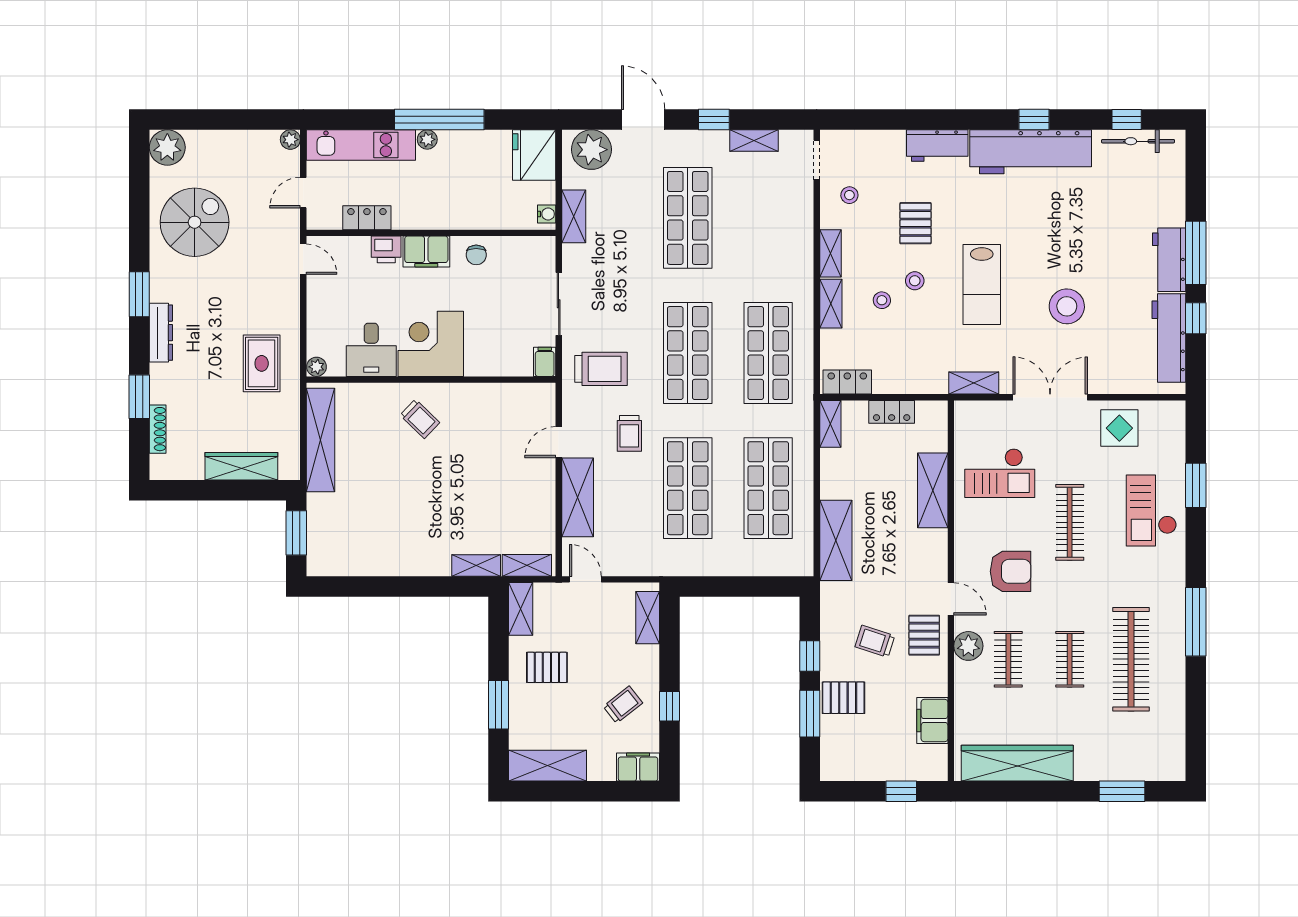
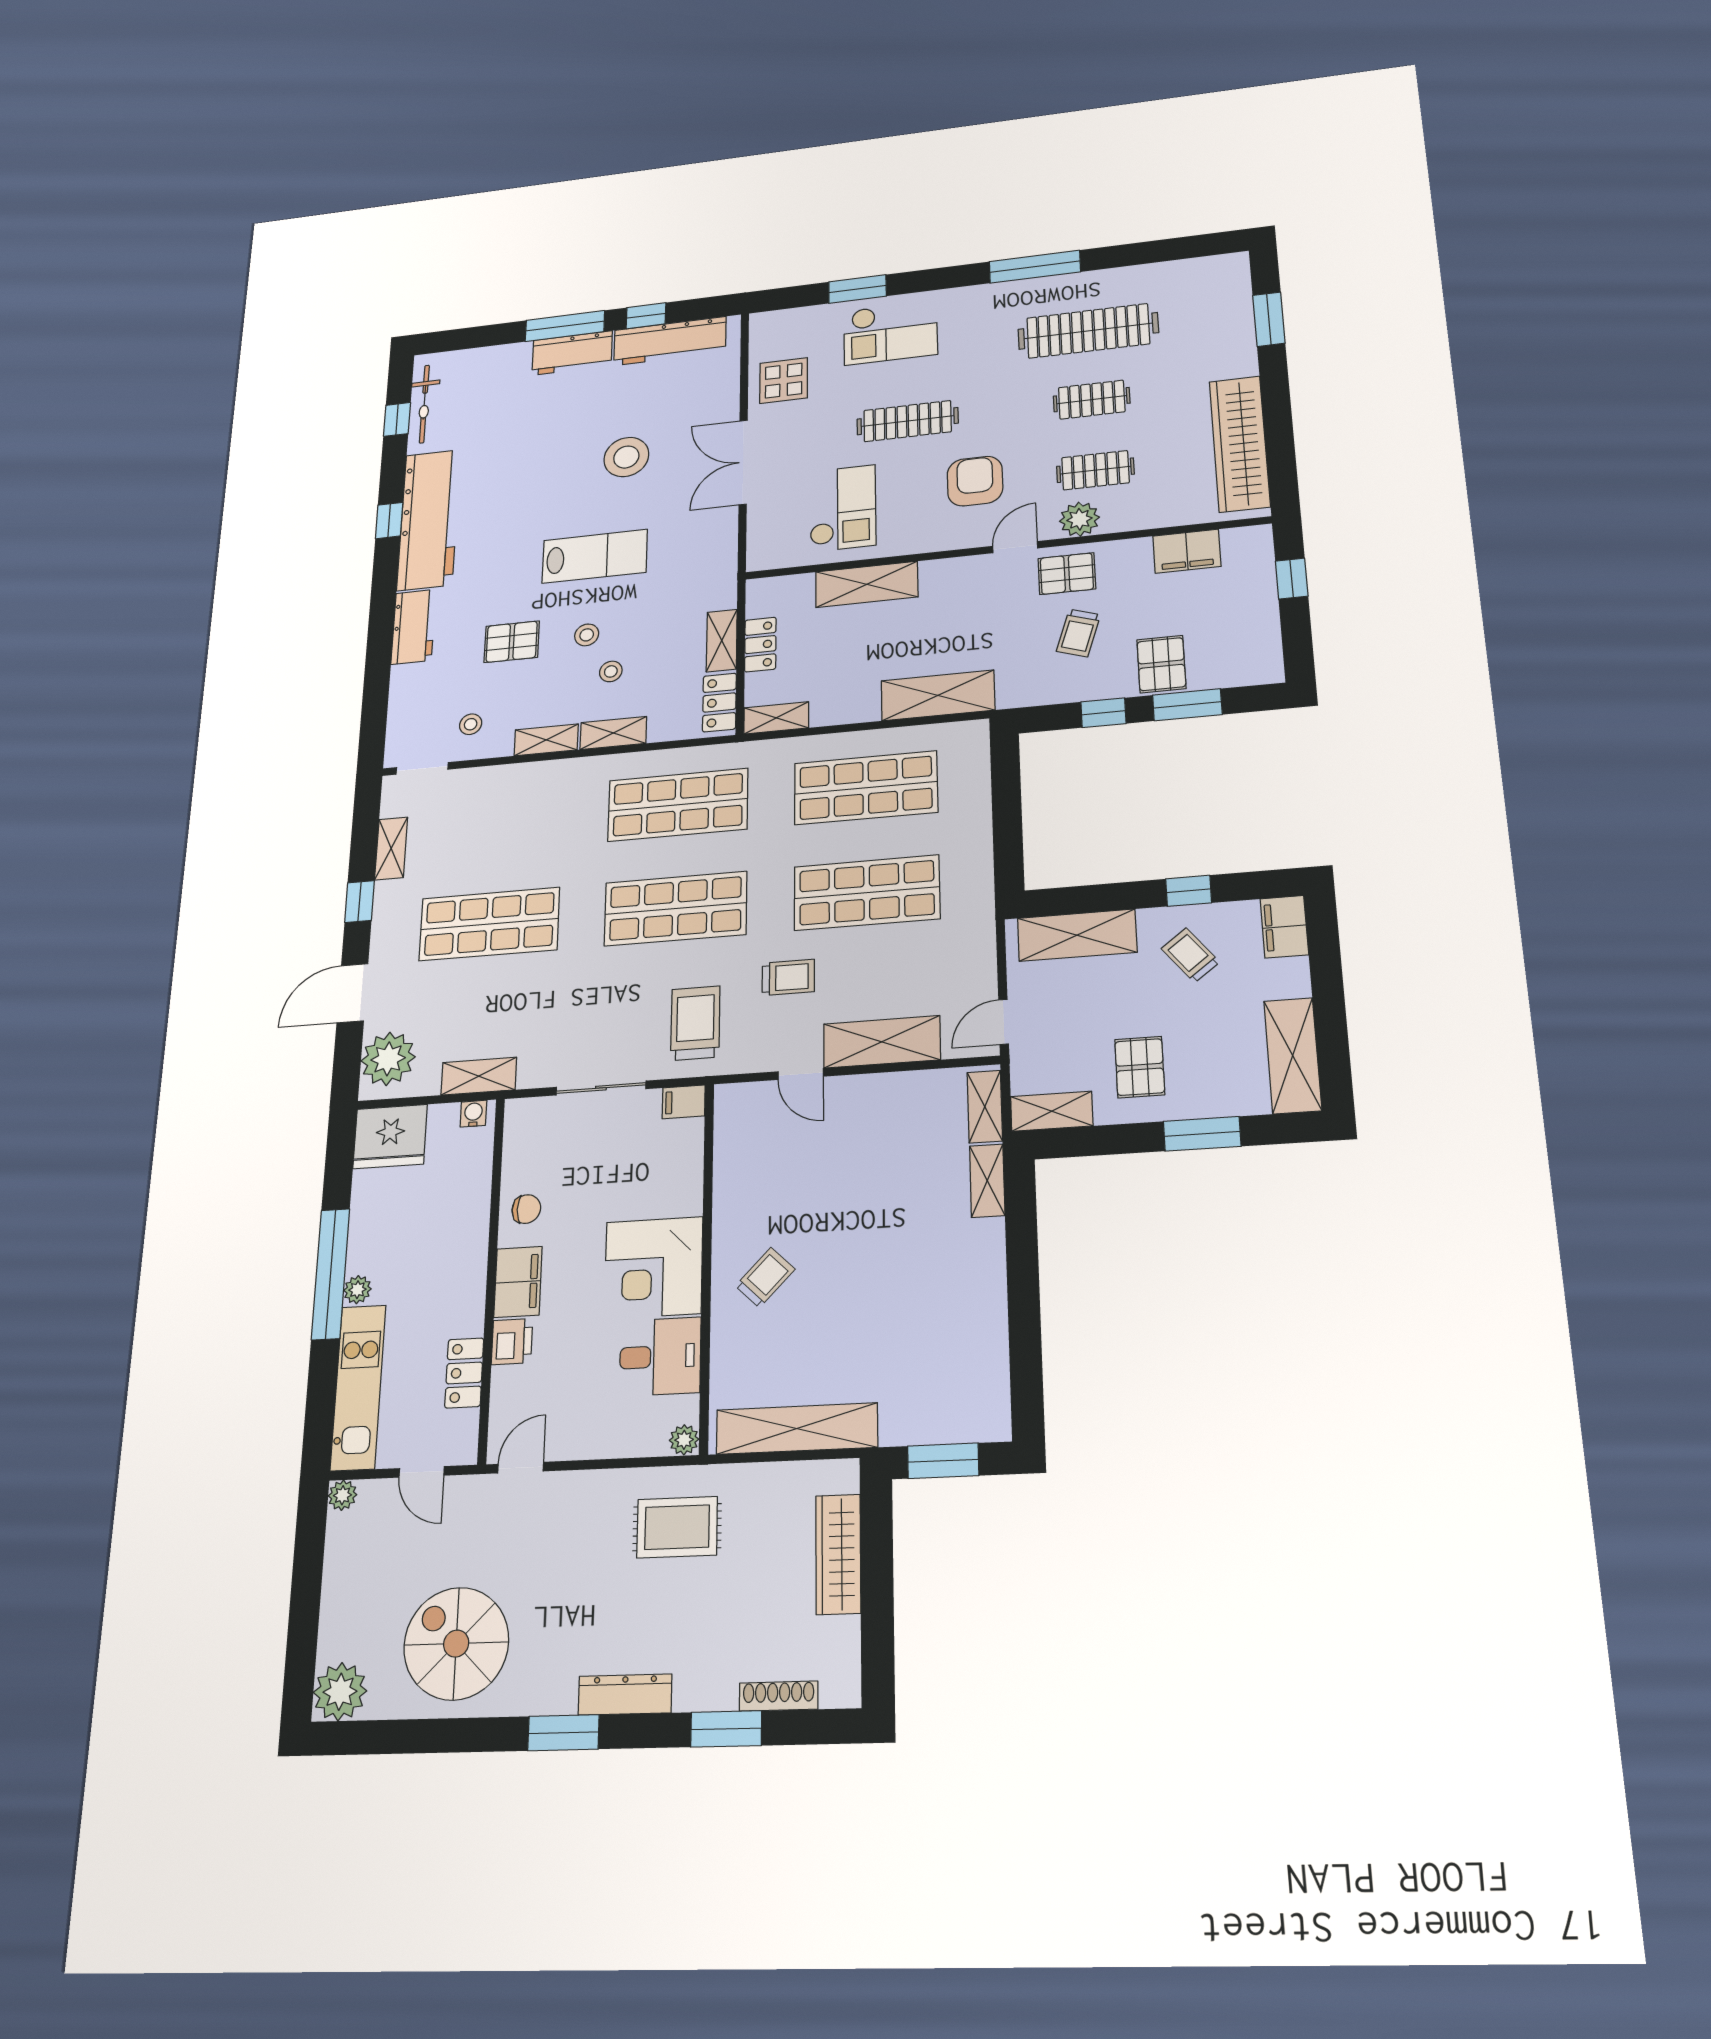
shelving: (974, 383) -> (722, 641), moved
shelving: (648, 618) -> (1077, 935), width x1.50, depth x1.33

